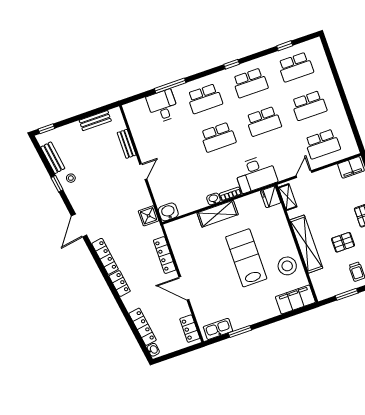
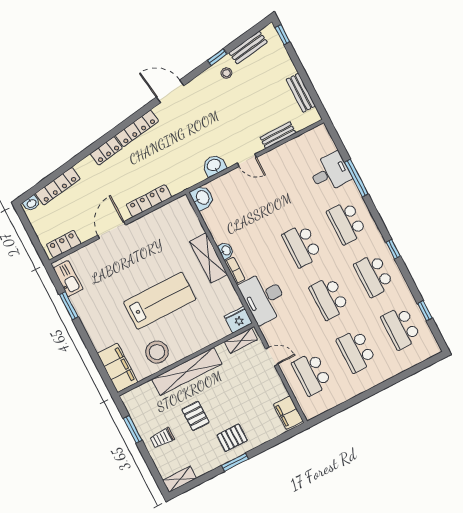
washbasin: (144, 199) -> (214, 165), added
shower: (149, 216) -> (194, 174), removed

